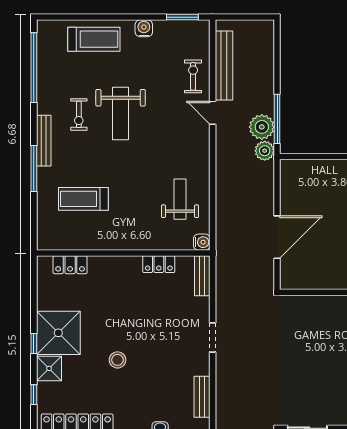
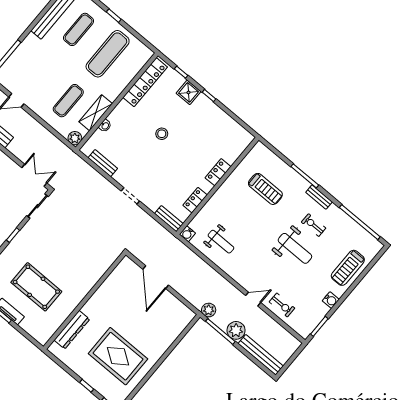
bench: (224, 65) -> (261, 355), moved
weight bench: (121, 114) -> (295, 248), turned 180
plant: (262, 127) -> (236, 330), moved
bench: (44, 141) -> (319, 197), width x0.73
treadmill: (83, 199) -> (265, 189), turned 90
locker: (70, 265) -> (218, 172), moved
shower: (58, 333) -> (204, 114), removed

